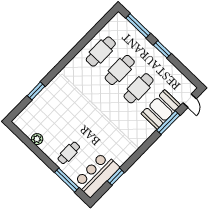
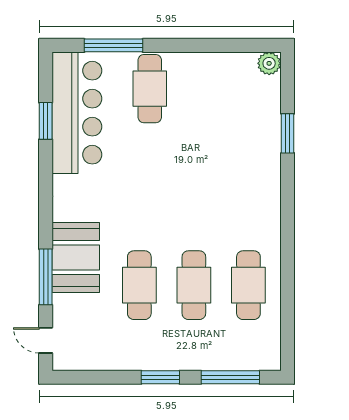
booth: (161, 109) -> (76, 258), moved
plant: (37, 139) -> (269, 63), moved
cafe table: (69, 153) -> (150, 89), width x1.37, depth x1.35
bar counter: (97, 175) -> (77, 113), width x1.36

